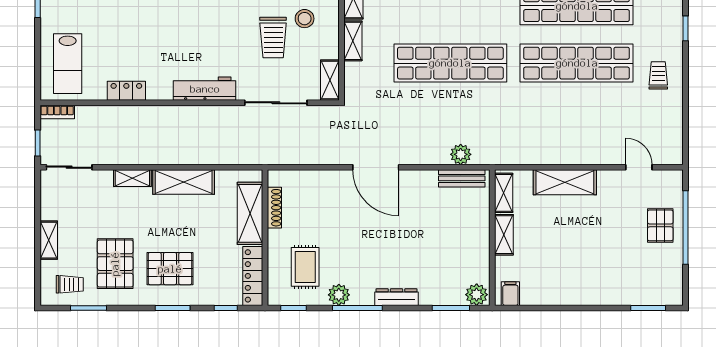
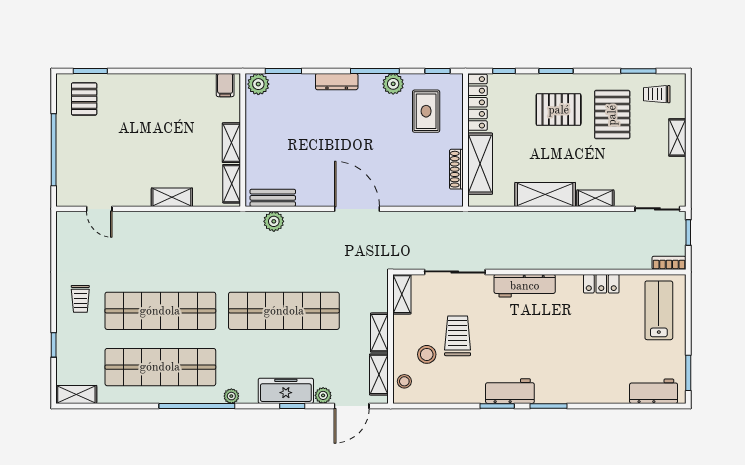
shelving: (565, 182) -> (172, 197), width x0.67, depth x0.75
pallet: (660, 225) -> (84, 99), moved

